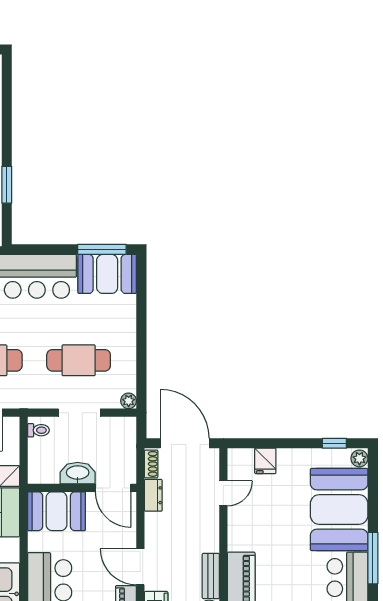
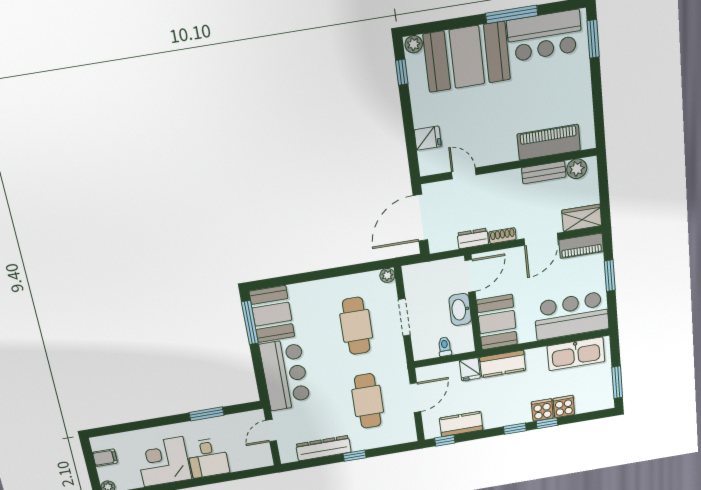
toilet: (38, 430) -> (445, 347), moved
shoe rack: (151, 464) -> (502, 236), moved

